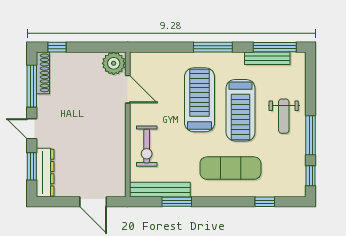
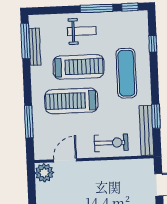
window: (213, 47) -> (29, 122), moved

